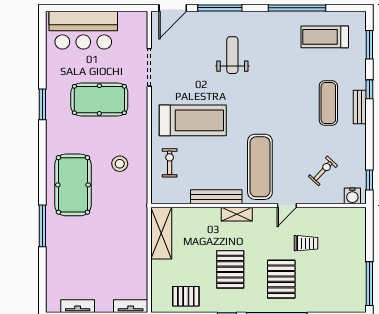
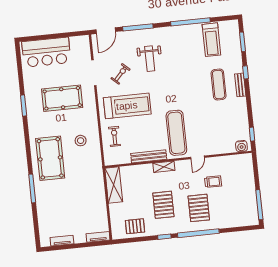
treadmill: (325, 37) -> (211, 40), turned -90
weight bench: (232, 55) -> (150, 59), turned 180
exercise bike: (323, 171) -> (121, 74), moved

